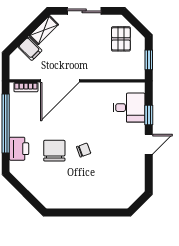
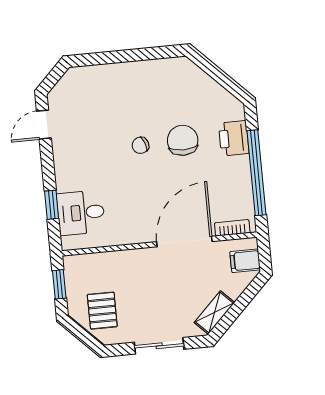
filing cabinet: (30, 49) -> (245, 261), moved, turned -45
door: (149, 144) -> (44, 125), moved
chair: (54, 151) -> (183, 140), turned 180

